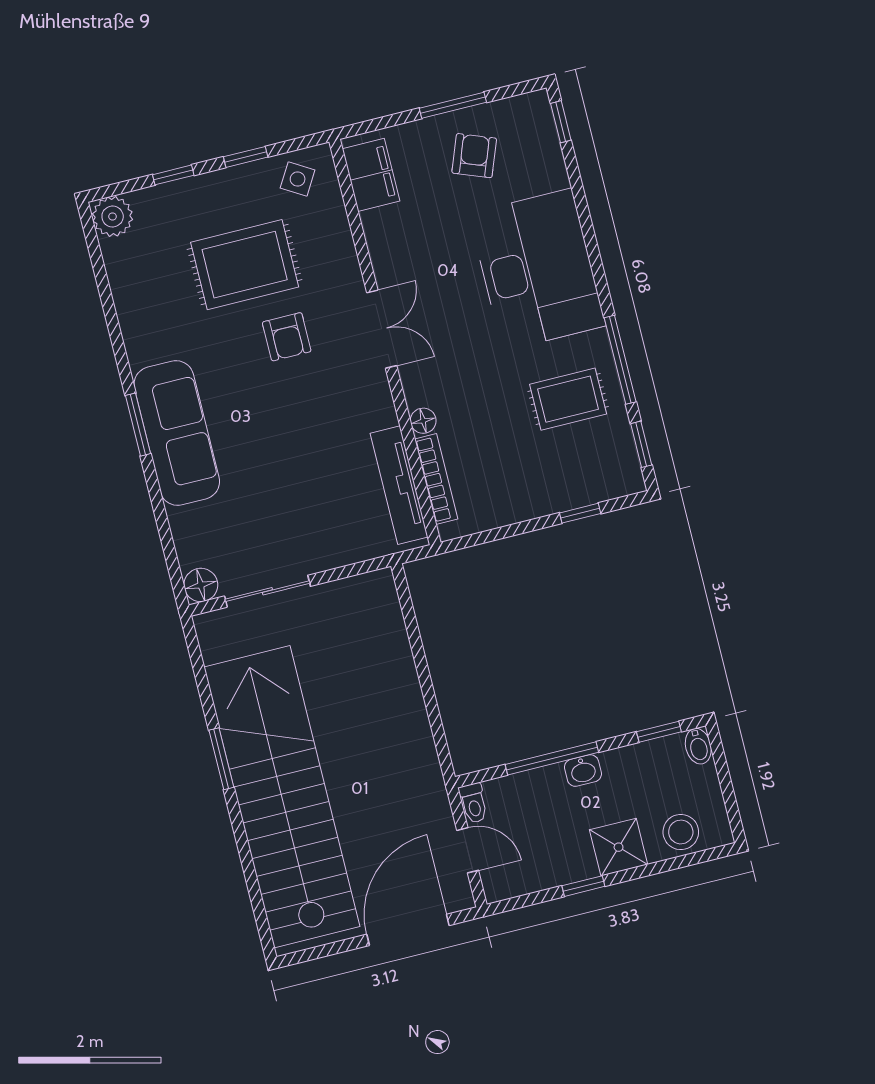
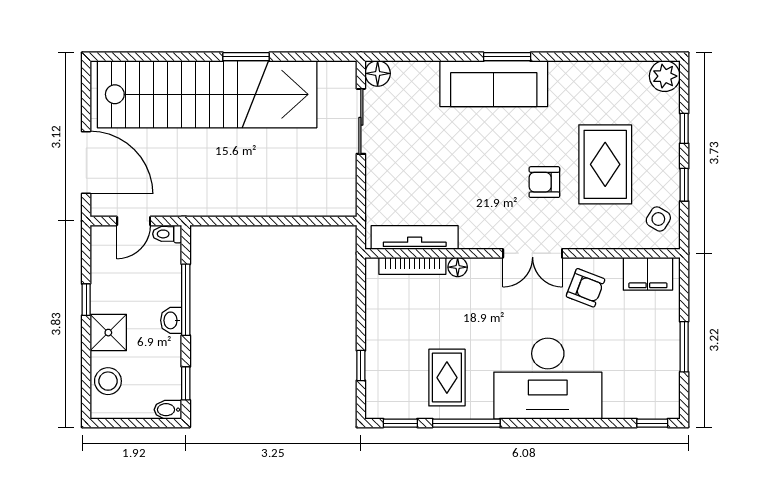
armchair: (474, 156) -> (585, 288), moved

